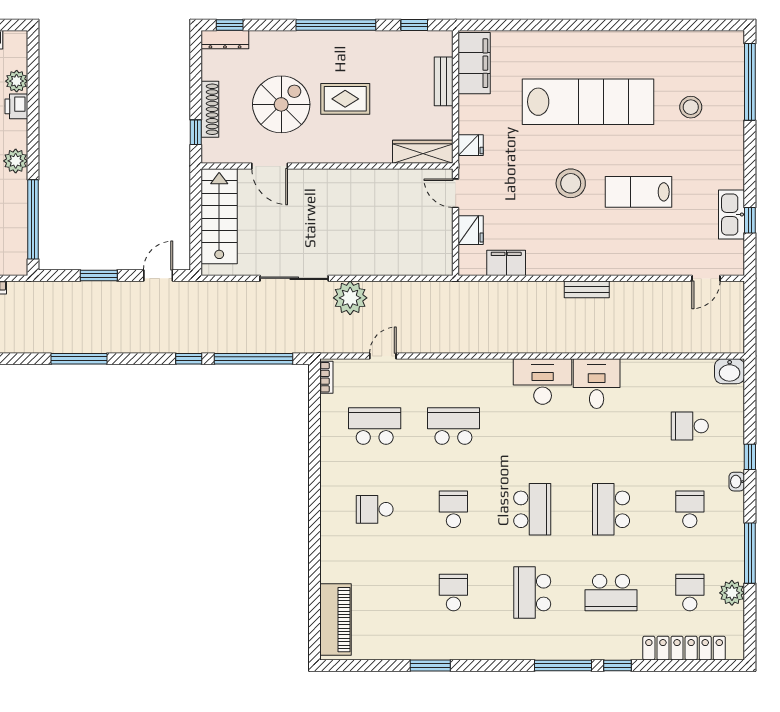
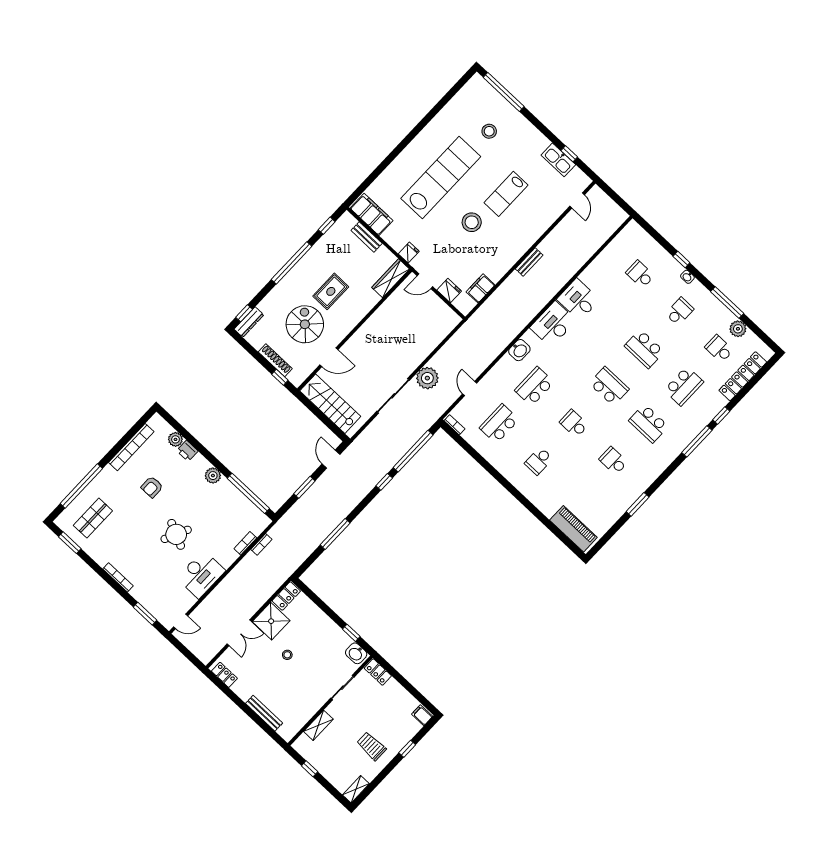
washbasin: (730, 371) -> (519, 350), moved
school desk: (690, 426) -> (640, 274), turned 90
school desk: (690, 509) -> (680, 311), turned 90

